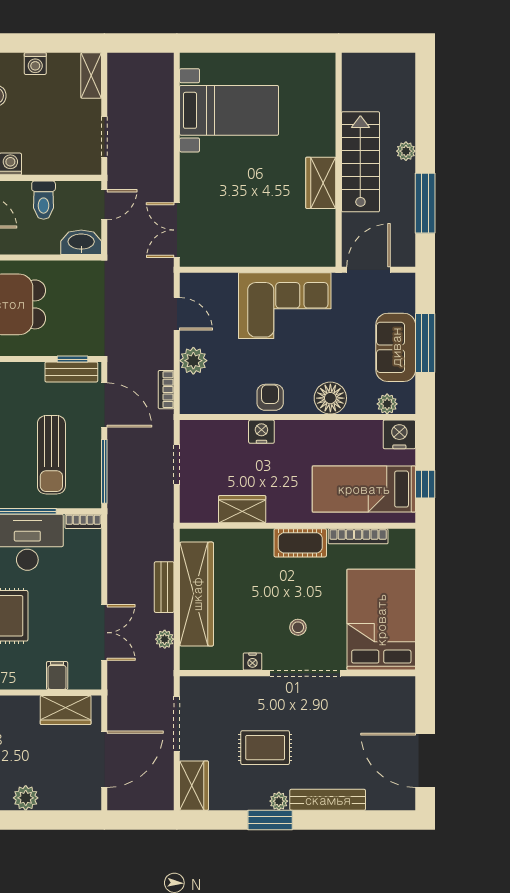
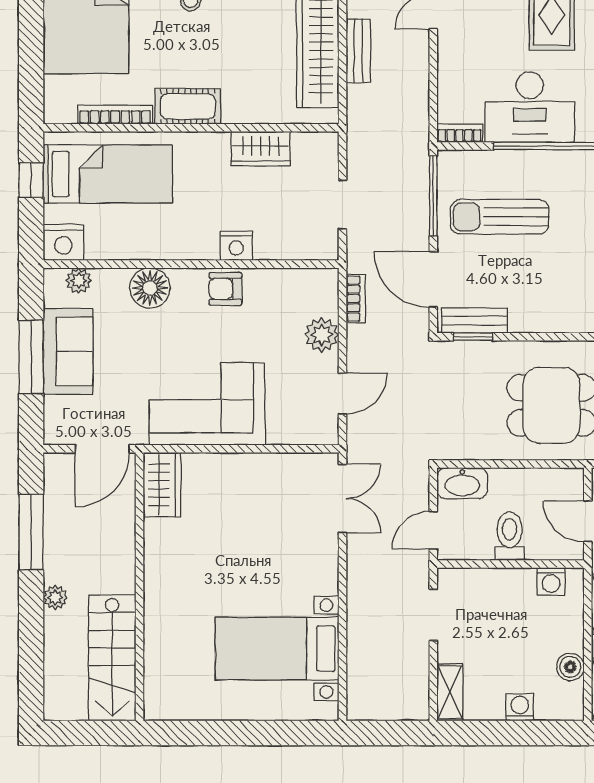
stairs: (360, 162) -> (112, 658), moved
wardrobe: (321, 183) -> (162, 485), moved
door: (177, 314) -> (342, 394), swing flipped
armchair: (270, 397) -> (225, 289), turned 90
sun lounger: (51, 455) -> (500, 217), turned -90

